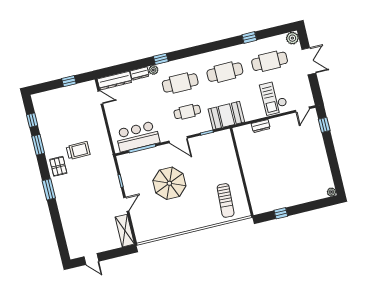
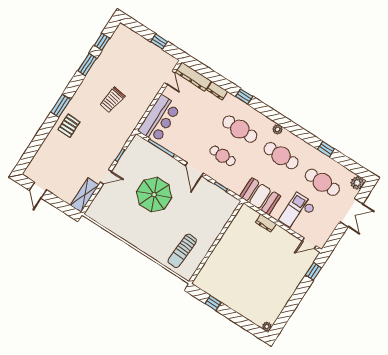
plant: (153, 70) -> (278, 129), moved
booth: (226, 116) -> (260, 196), moved
bar counter: (138, 136) -> (159, 119), moved, turned 90
trolley: (78, 150) -> (112, 100), turned 99
pallet: (58, 166) -> (69, 126), moved

